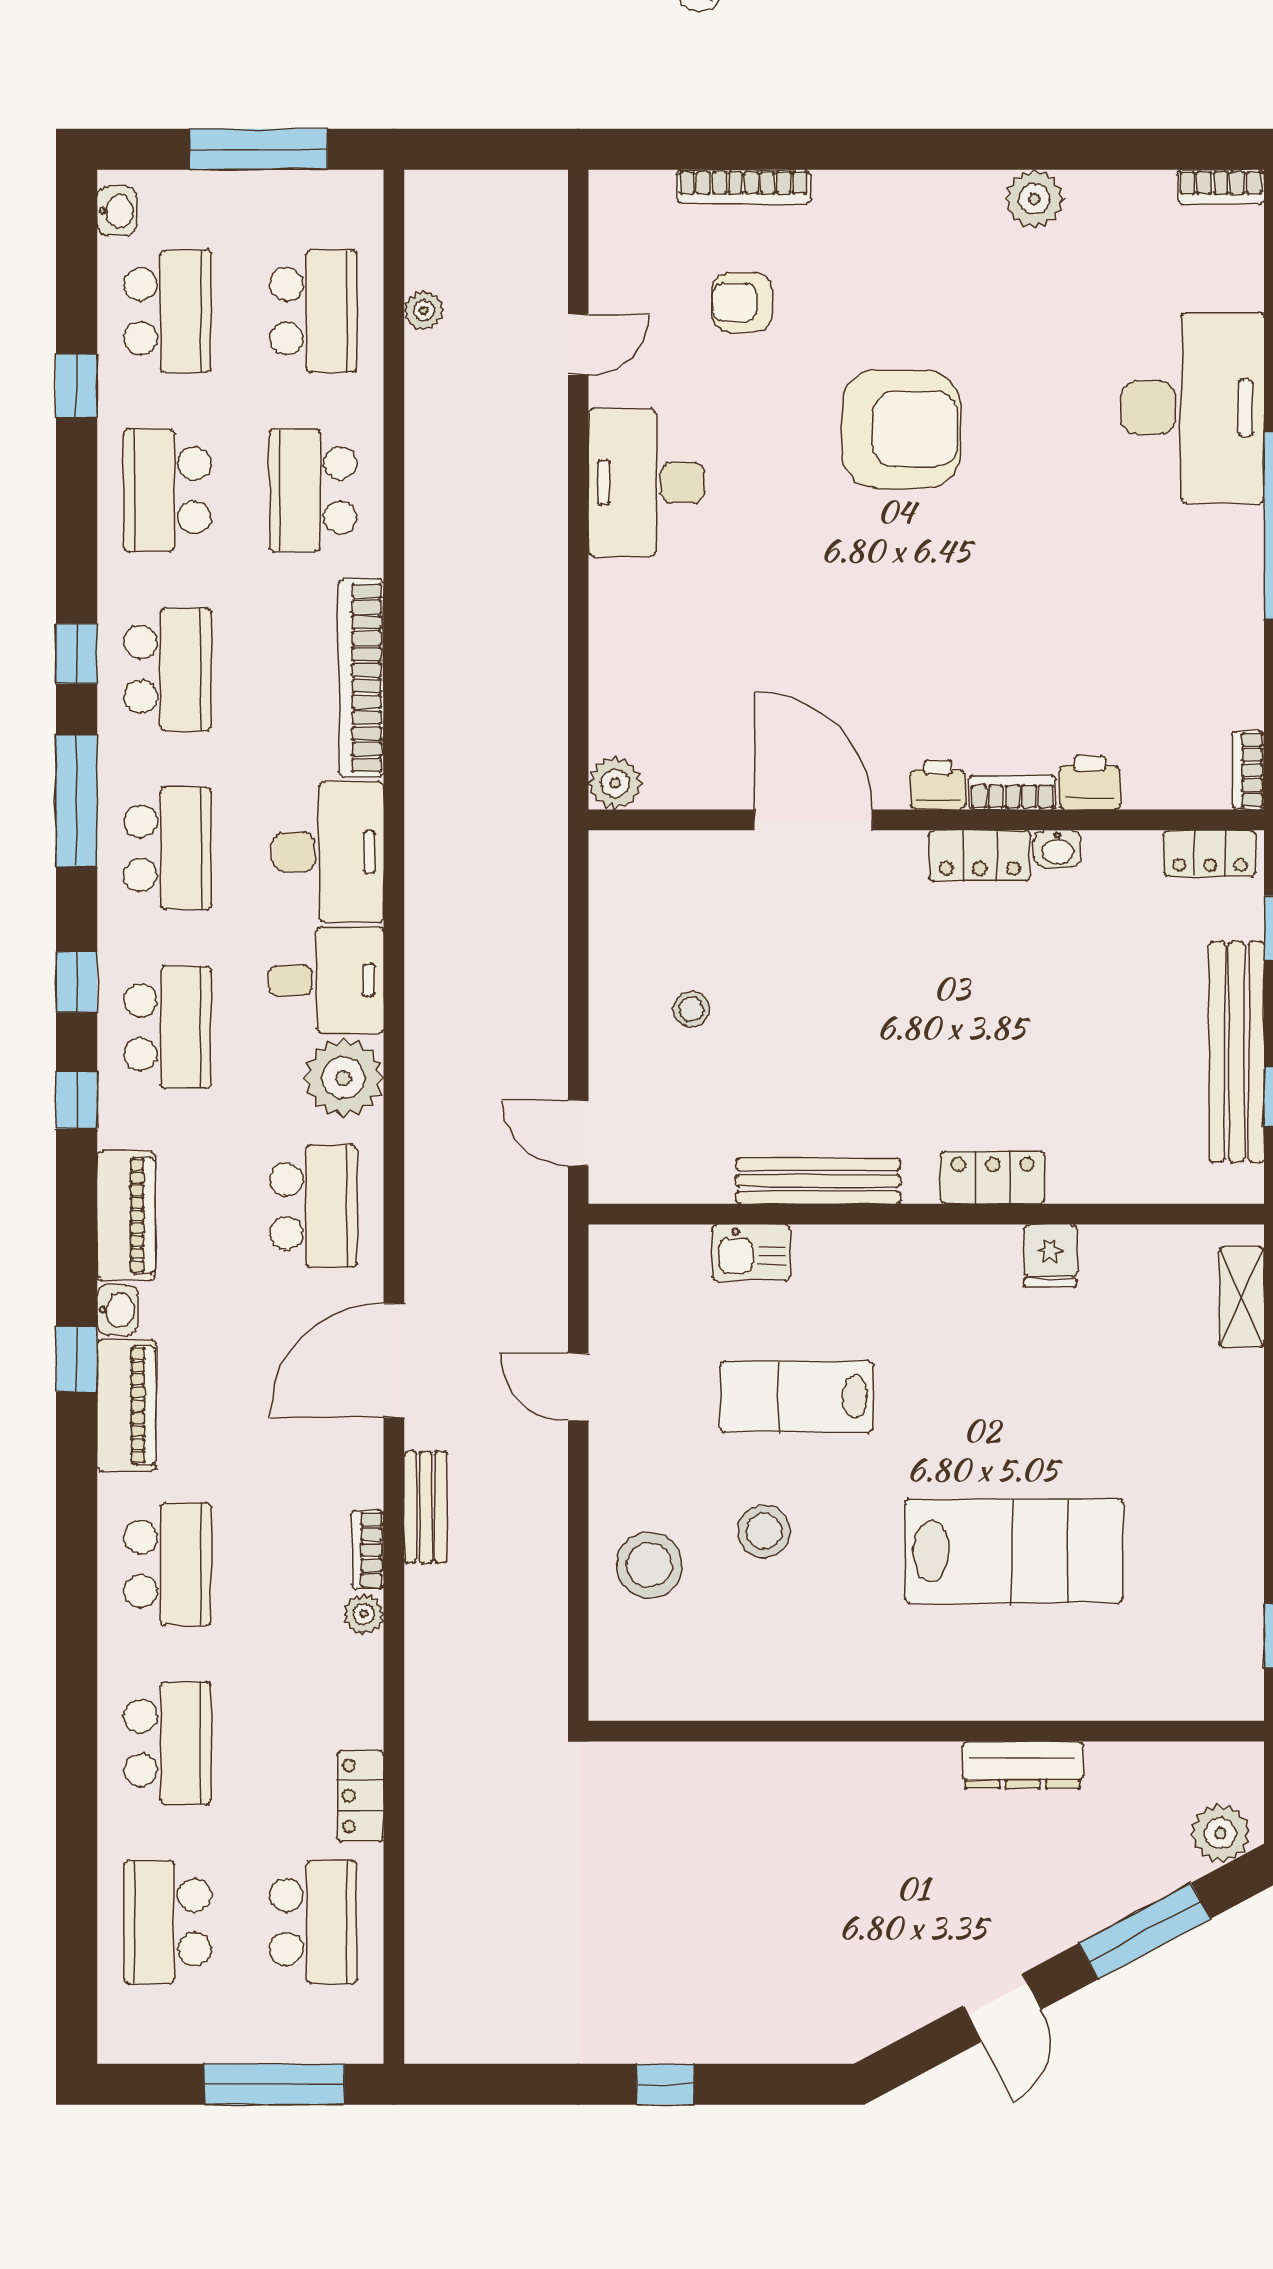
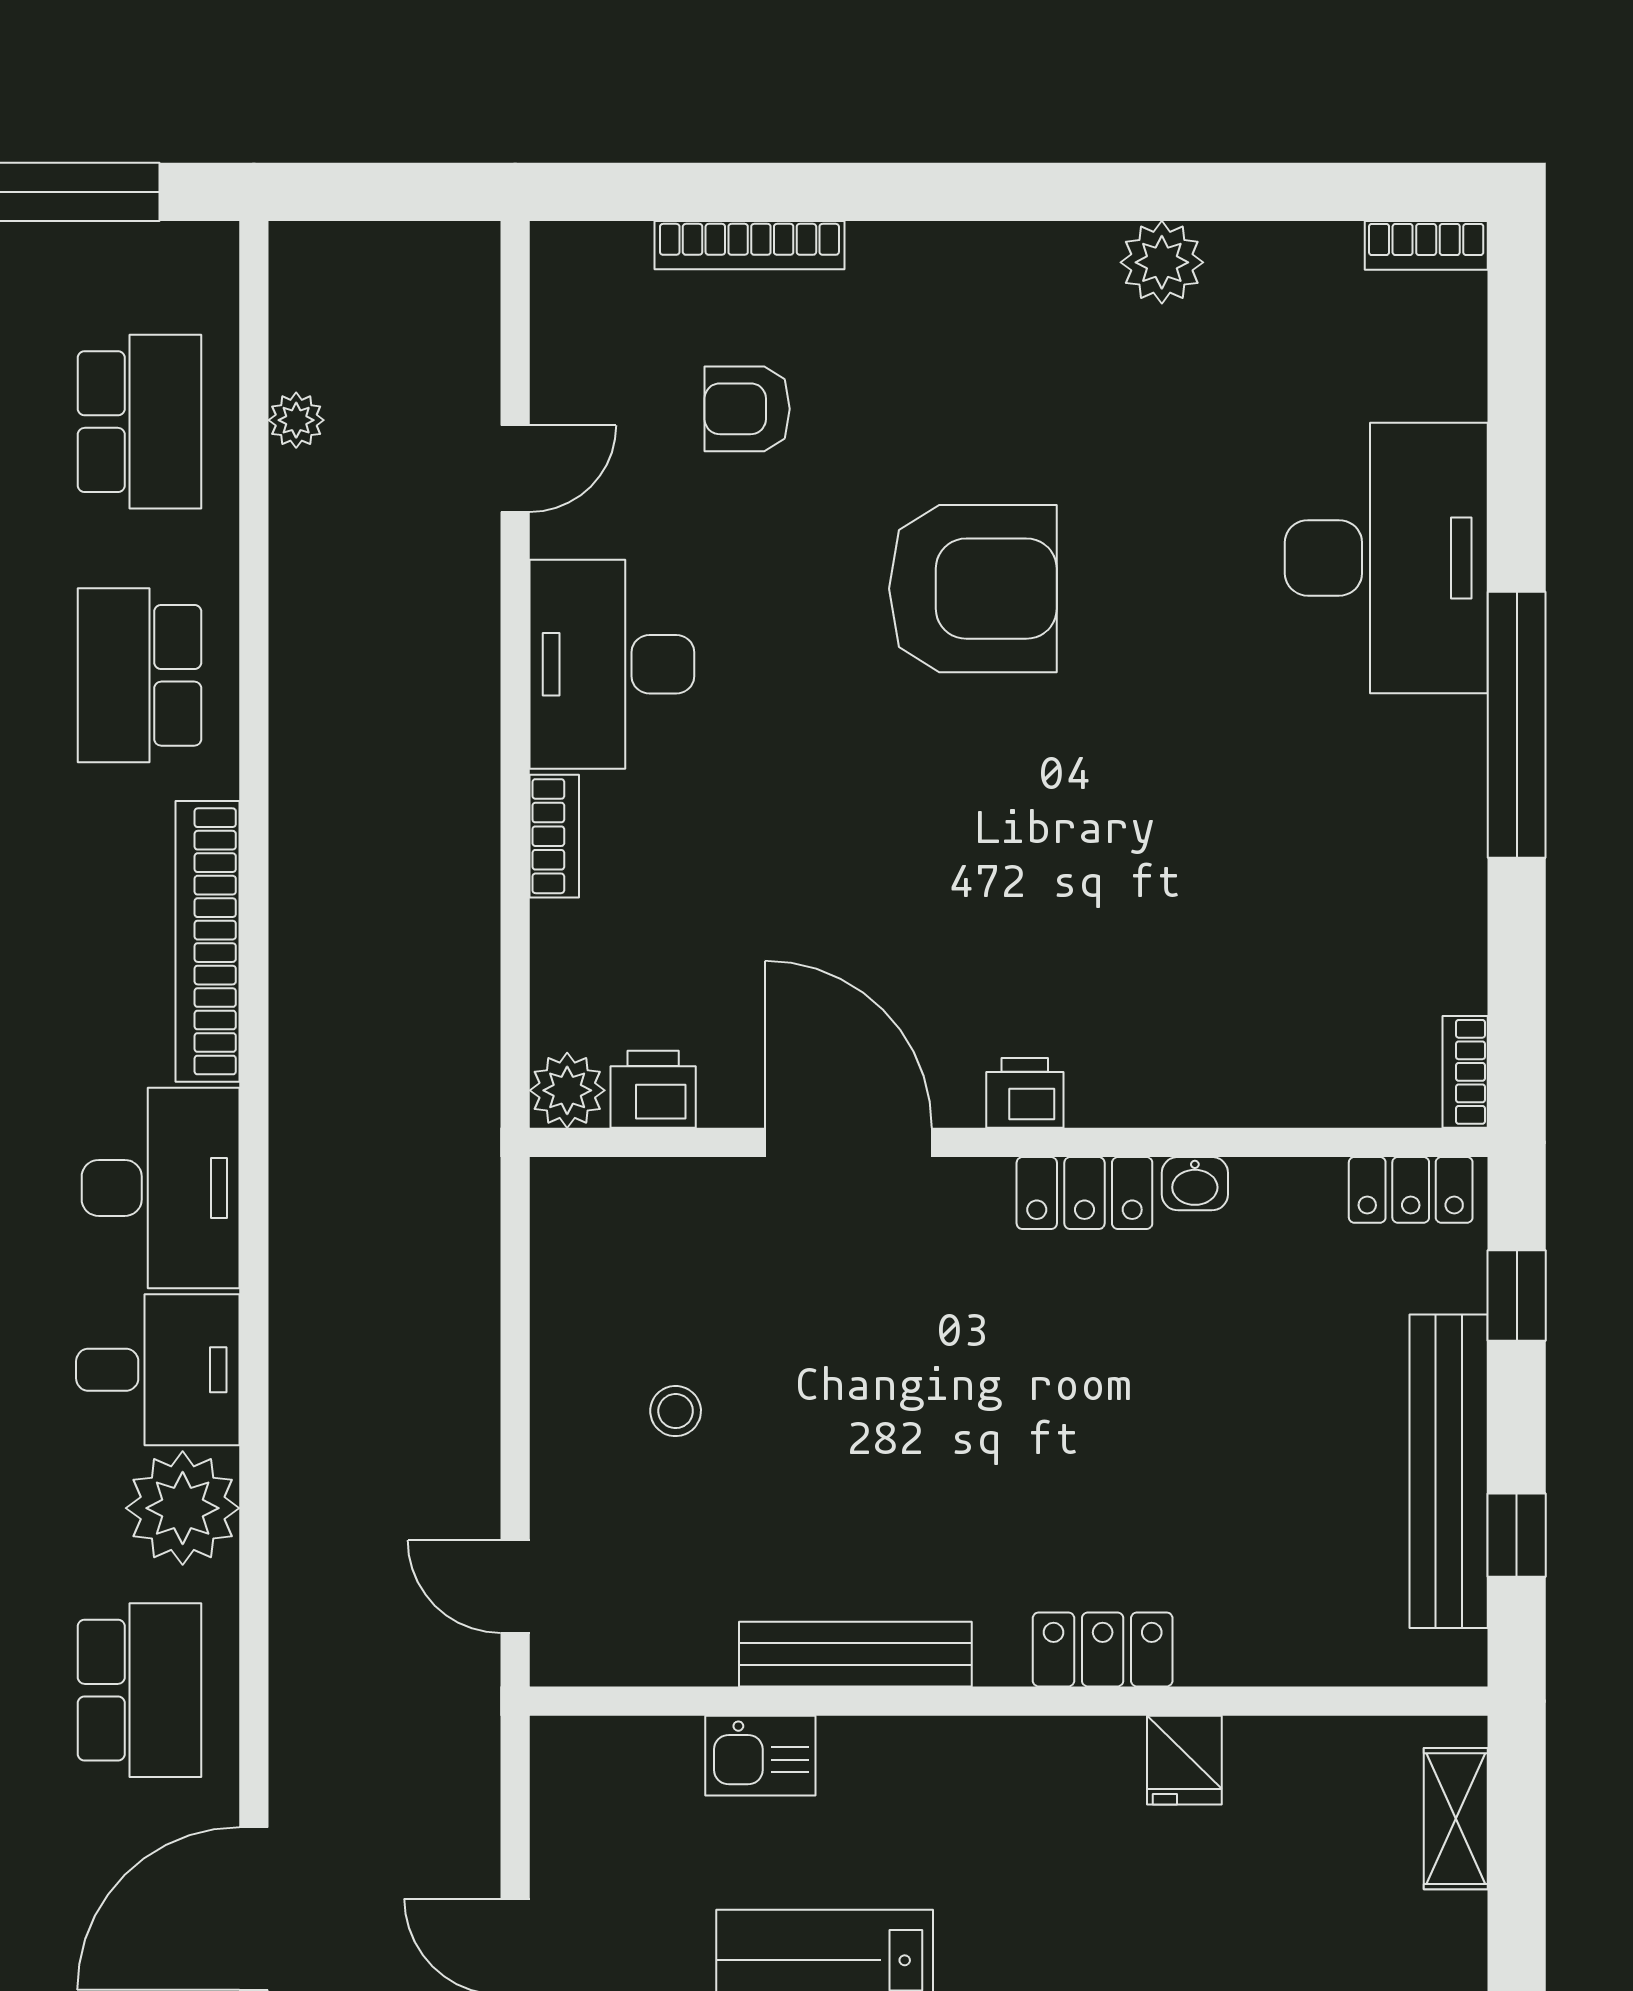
printer: (1090, 782) -> (653, 1089), moved
bookcase: (1012, 792) -> (554, 836), moved, turned 90

